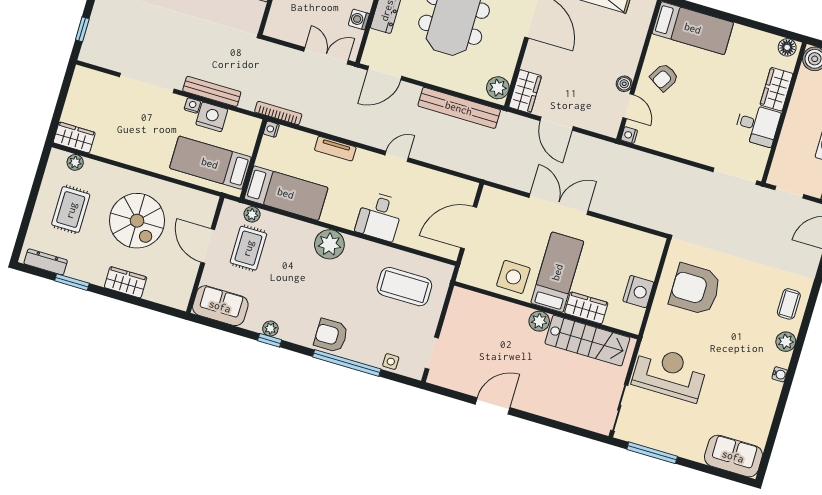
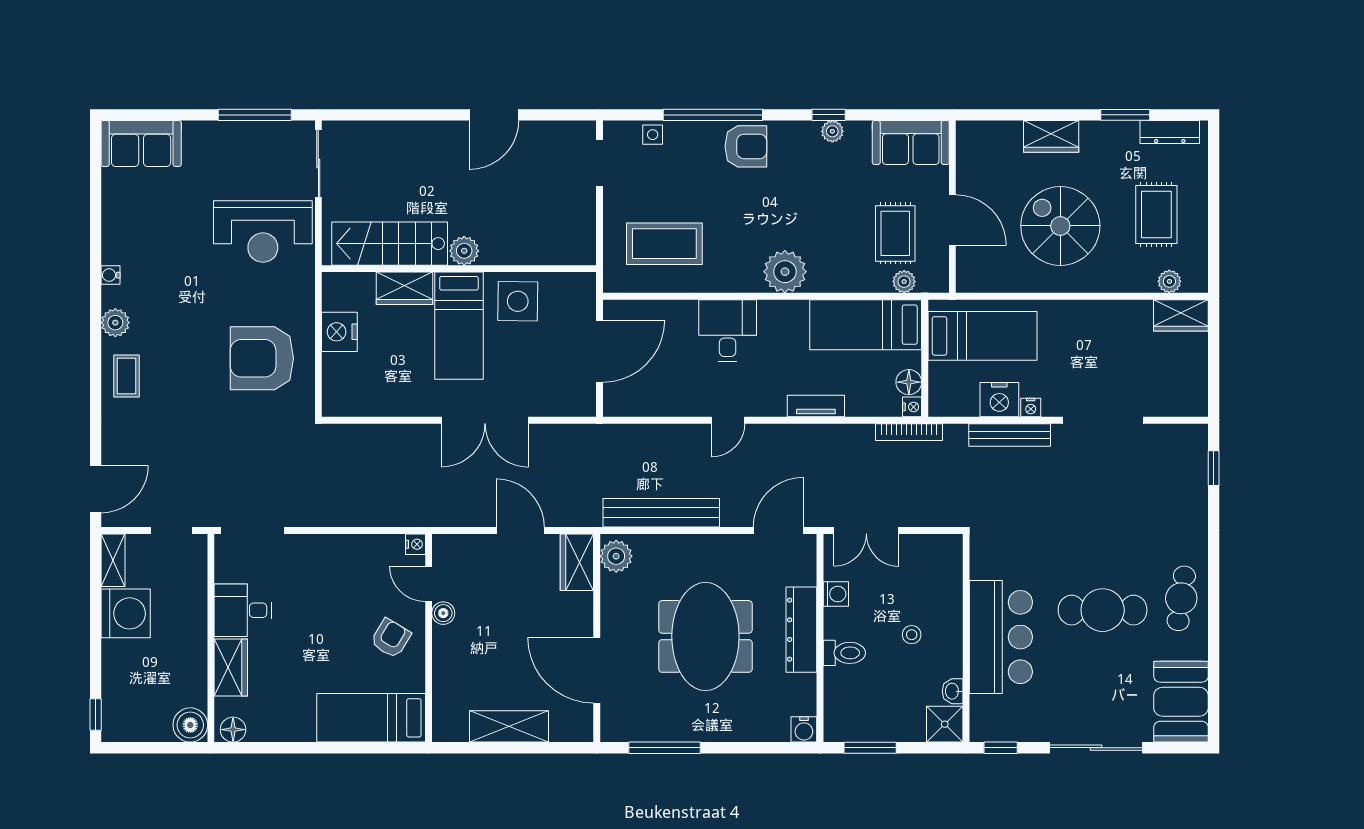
floor lamp: (269, 146) -> (909, 382), added
armchair: (695, 289) -> (262, 358), turned 180

